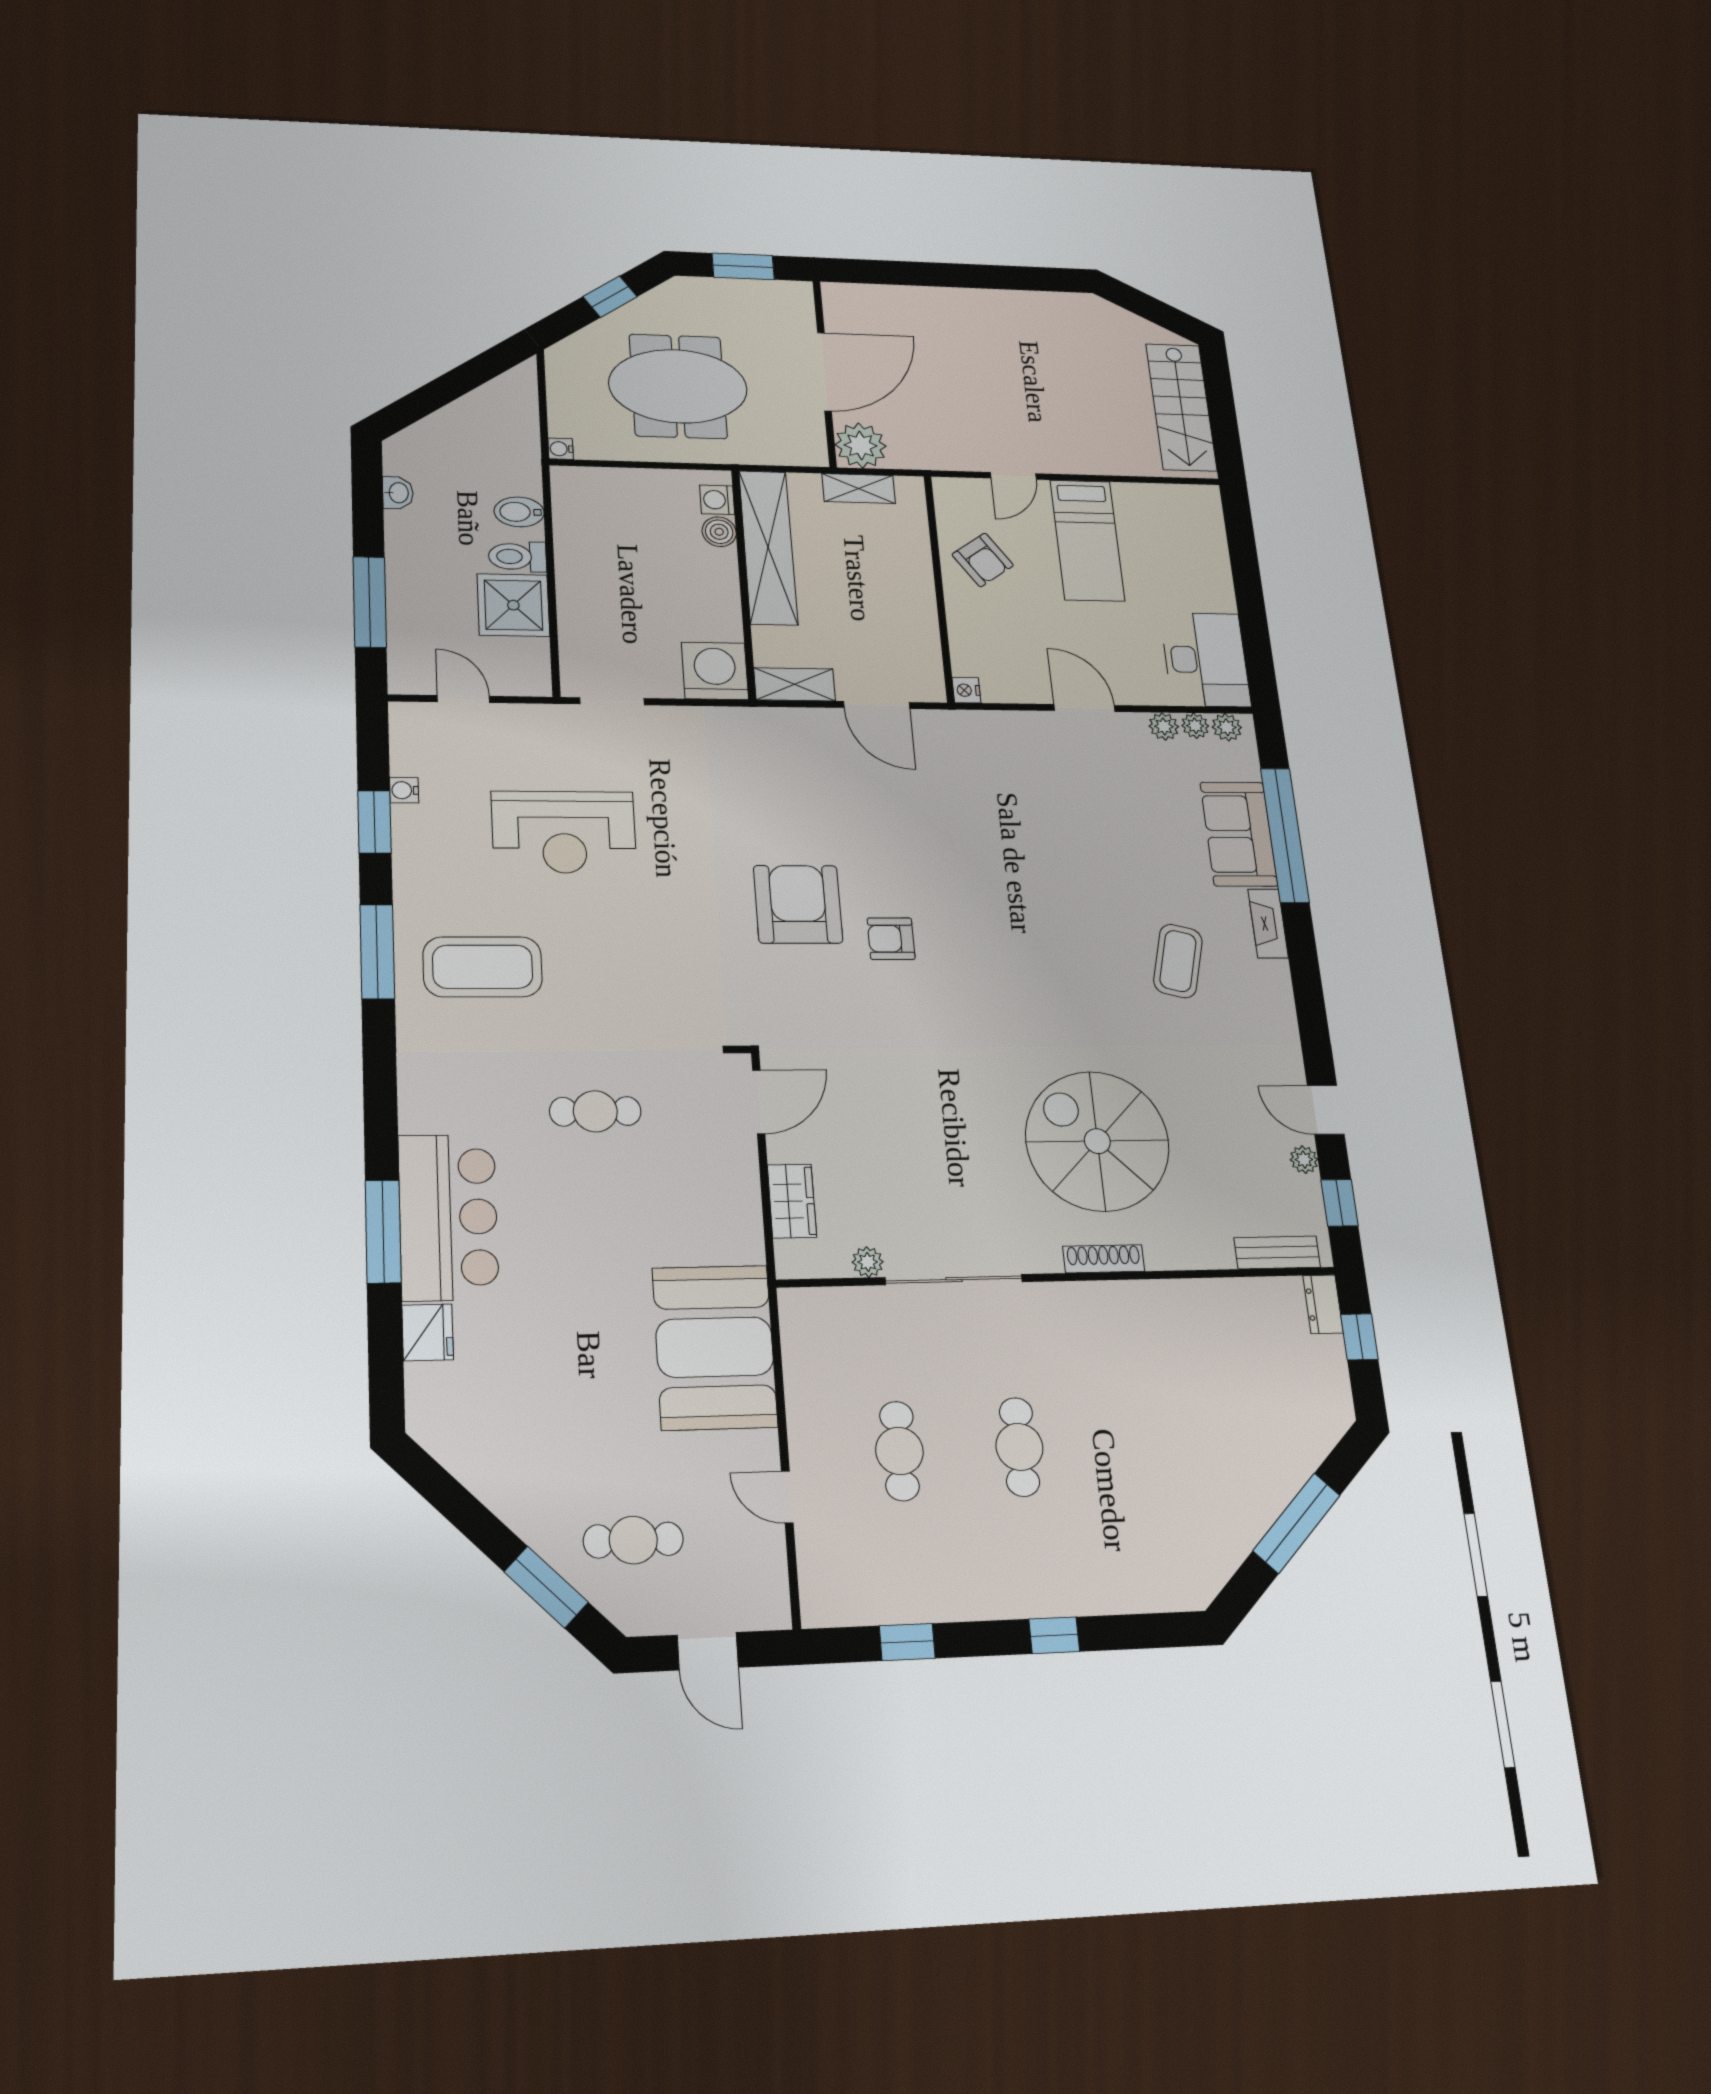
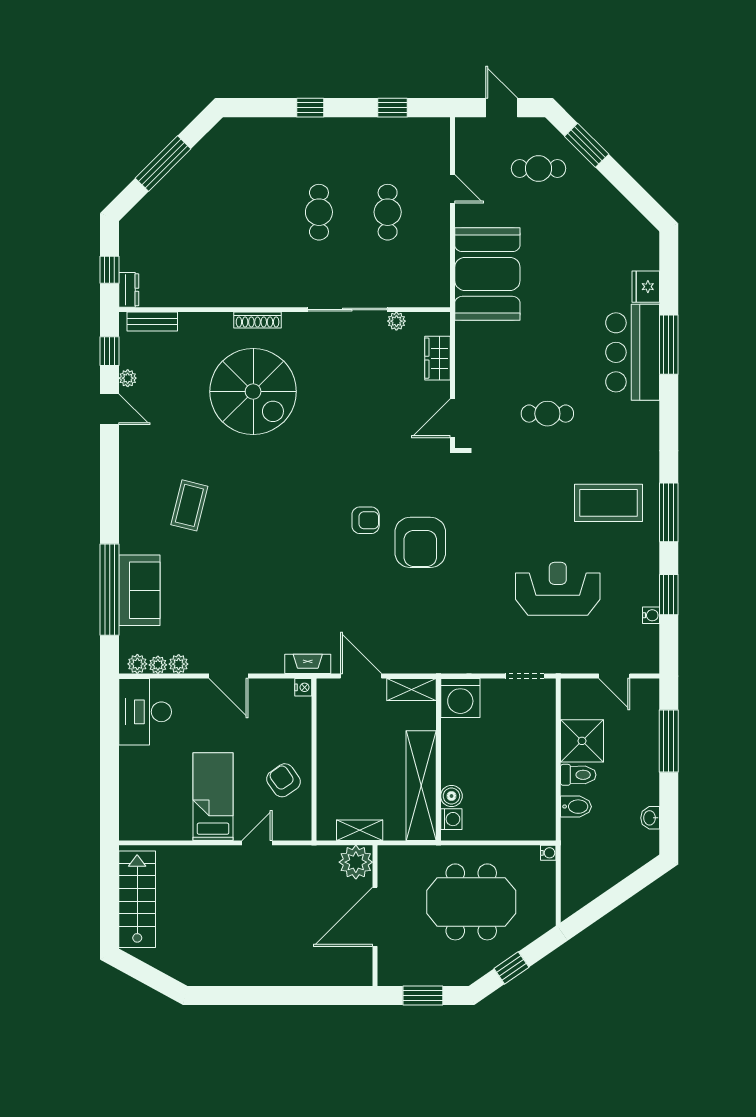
fireplace: (1268, 923) -> (308, 664), moved, turned -90

